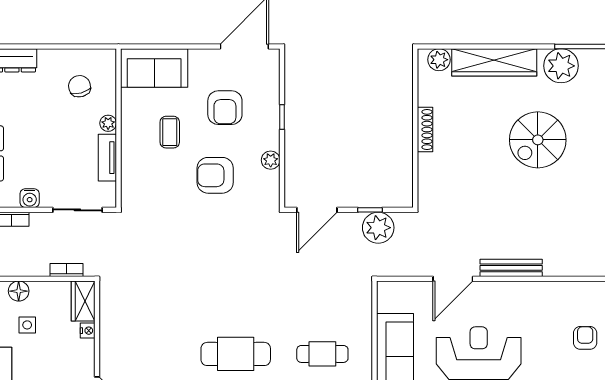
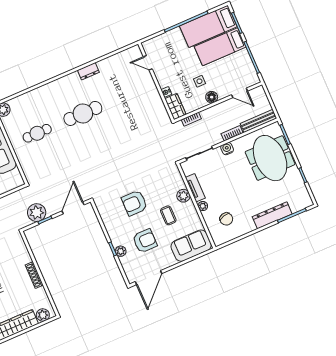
armchair: (225, 108) -> (145, 241), turned 90
plant: (132, 153) -> (183, 196), added
plant: (271, 160) -> (121, 251), moved
armchair: (215, 175) -> (134, 203), turned 180

